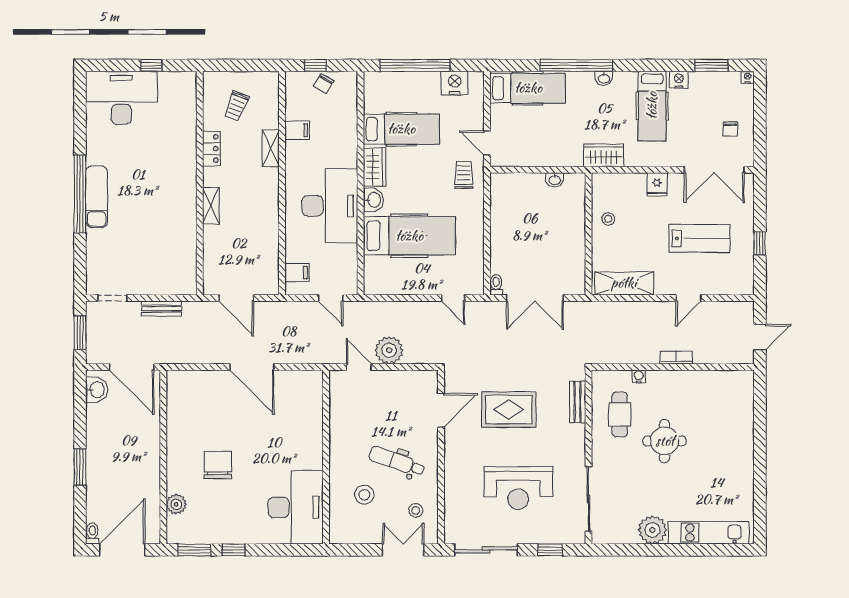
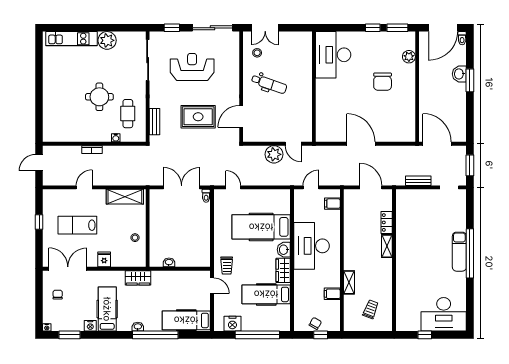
locker: (211, 149) -> (387, 222), moved
door: (331, 298) -> (311, 187), hinge flipped
washbasin: (97, 390) -> (459, 74), moved
stool: (364, 495) -> (290, 63), removed

